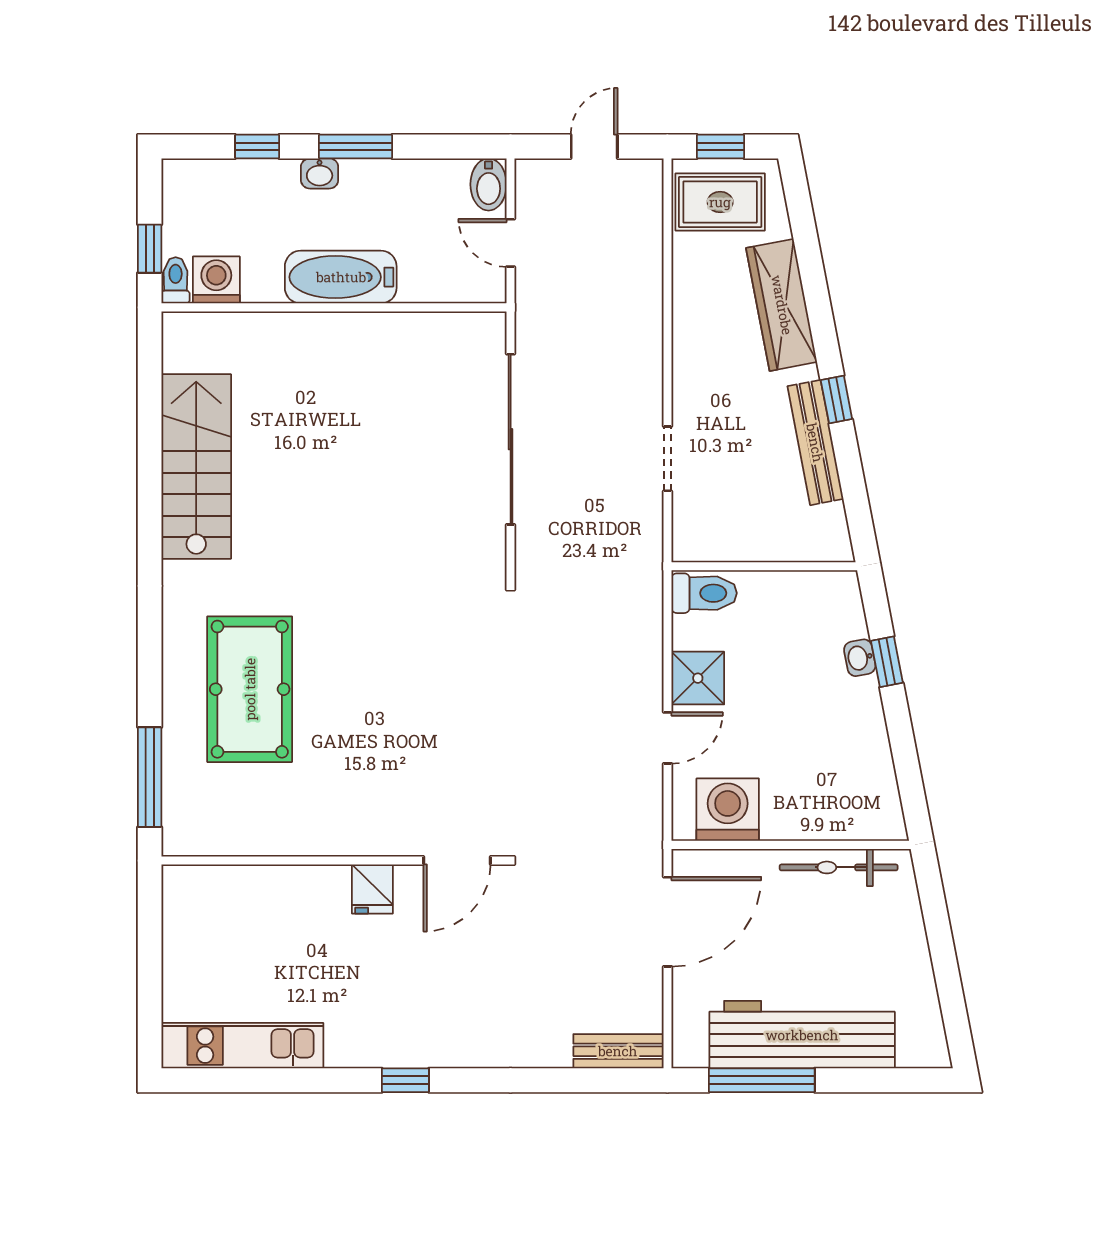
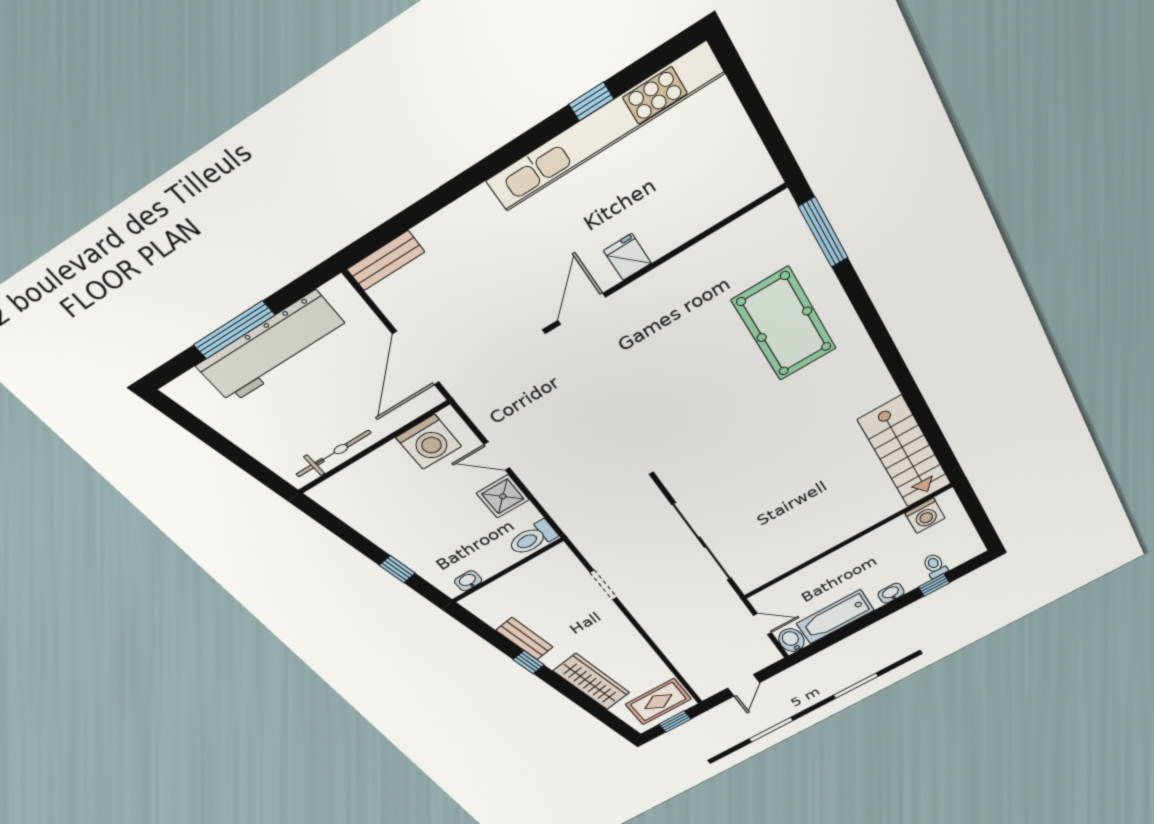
window: (356, 146) -> (877, 615), removed
window: (150, 249) -> (973, 508), removed
bathtub: (341, 277) -> (835, 617), moved, turned 180
toilet: (176, 280) -> (935, 566), moved, turned 180
bench: (815, 443) -> (525, 639), width x0.73
stairs: (196, 466) -> (905, 452), moved
washbasin: (860, 658) -> (468, 581), moved, turned -79
door: (667, 738) -> (497, 456), hinge flipped
kitchen unit: (242, 1046) -> (604, 128), width x1.86
window: (405, 1080) -> (591, 102), moved
window: (762, 1080) -> (234, 330), moved

